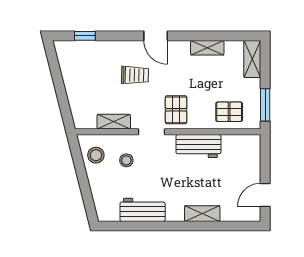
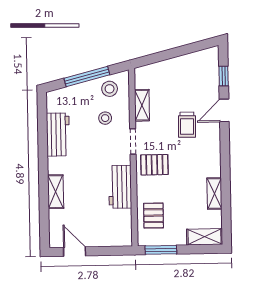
door: (156, 36) -> (224, 110), moved
window: (83, 178) -> (87, 77), added

